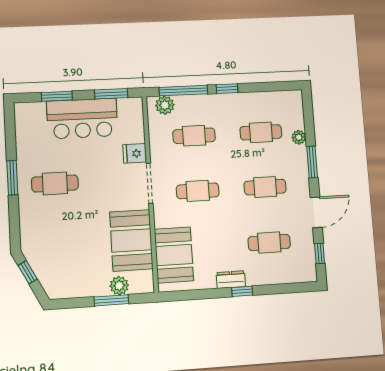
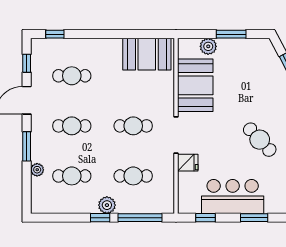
window: (111, 94) -> (206, 218), width x0.67
plant: (165, 105) -> (107, 205), moved
cafe table: (55, 183) -> (260, 140), turned 47
booth: (174, 255) -> (147, 54), moved, turned 90
dresser: (231, 280) -> (109, 45), removed
window: (242, 291) -> (55, 34), moved
window: (111, 300) -> (231, 34), moved

